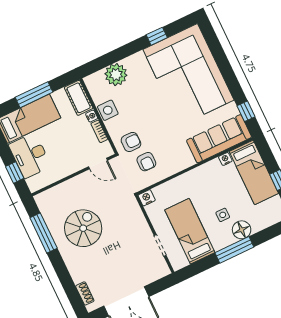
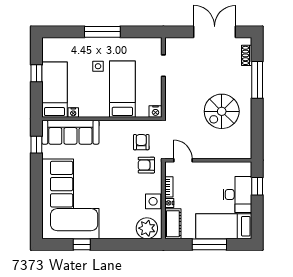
plant: (116, 75) -> (147, 228), moved
floor lamp: (242, 230) -> (88, 46), removed
bed: (190, 231) -> (122, 89), moved, turned 180
window: (44, 233) -> (257, 80), moved

